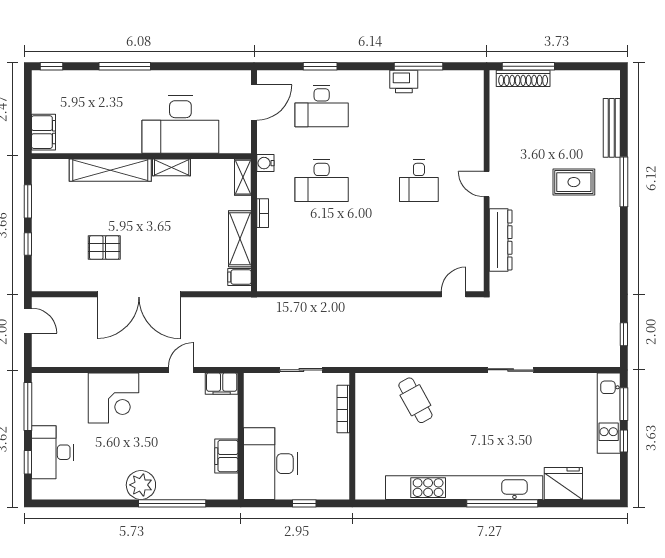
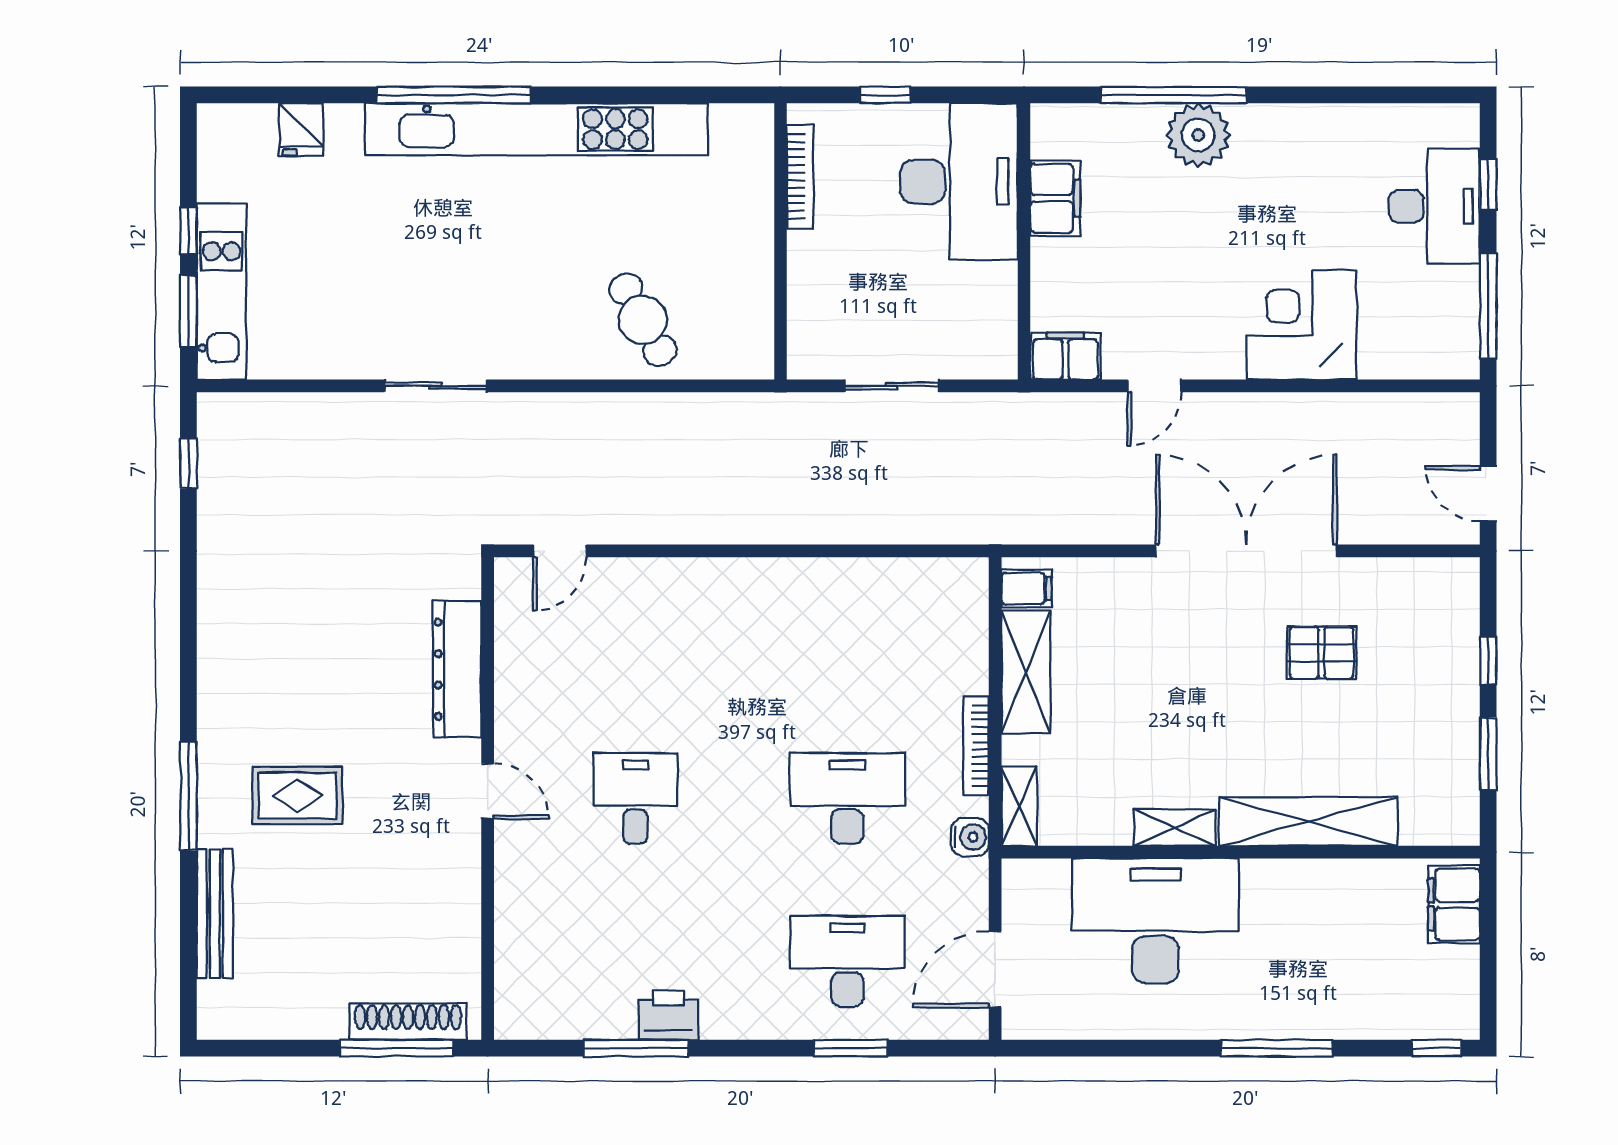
bookcase: (263, 213) -> (976, 746), width x1.56
bookcase: (343, 409) -> (800, 176), moved
fridge: (563, 483) -> (301, 129), width x0.53, depth x0.75
plant: (141, 485) -> (1198, 135), moved

